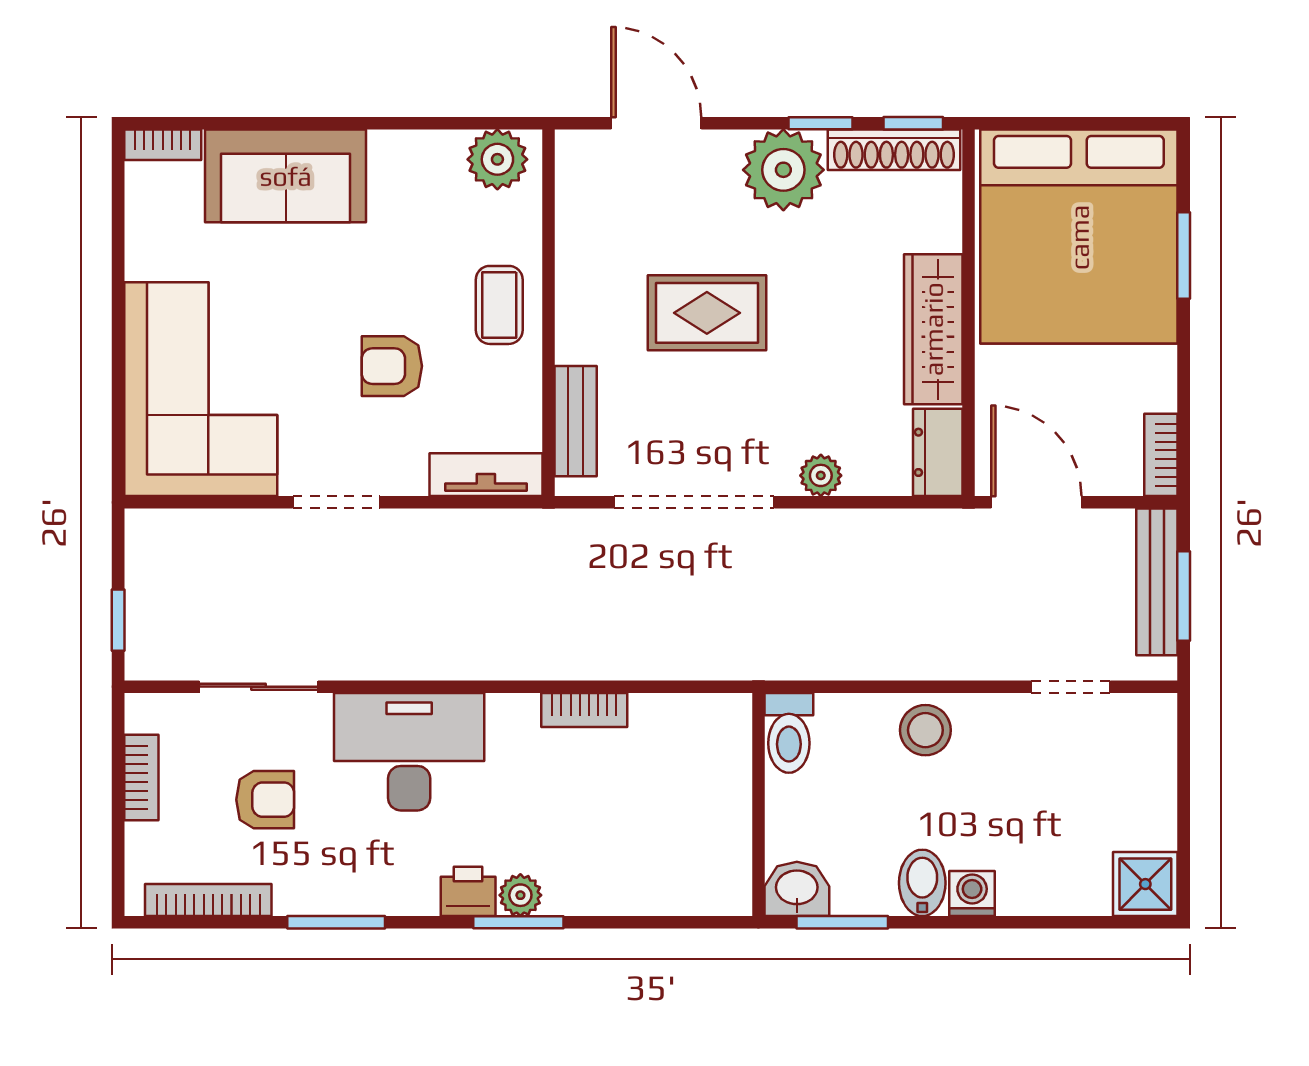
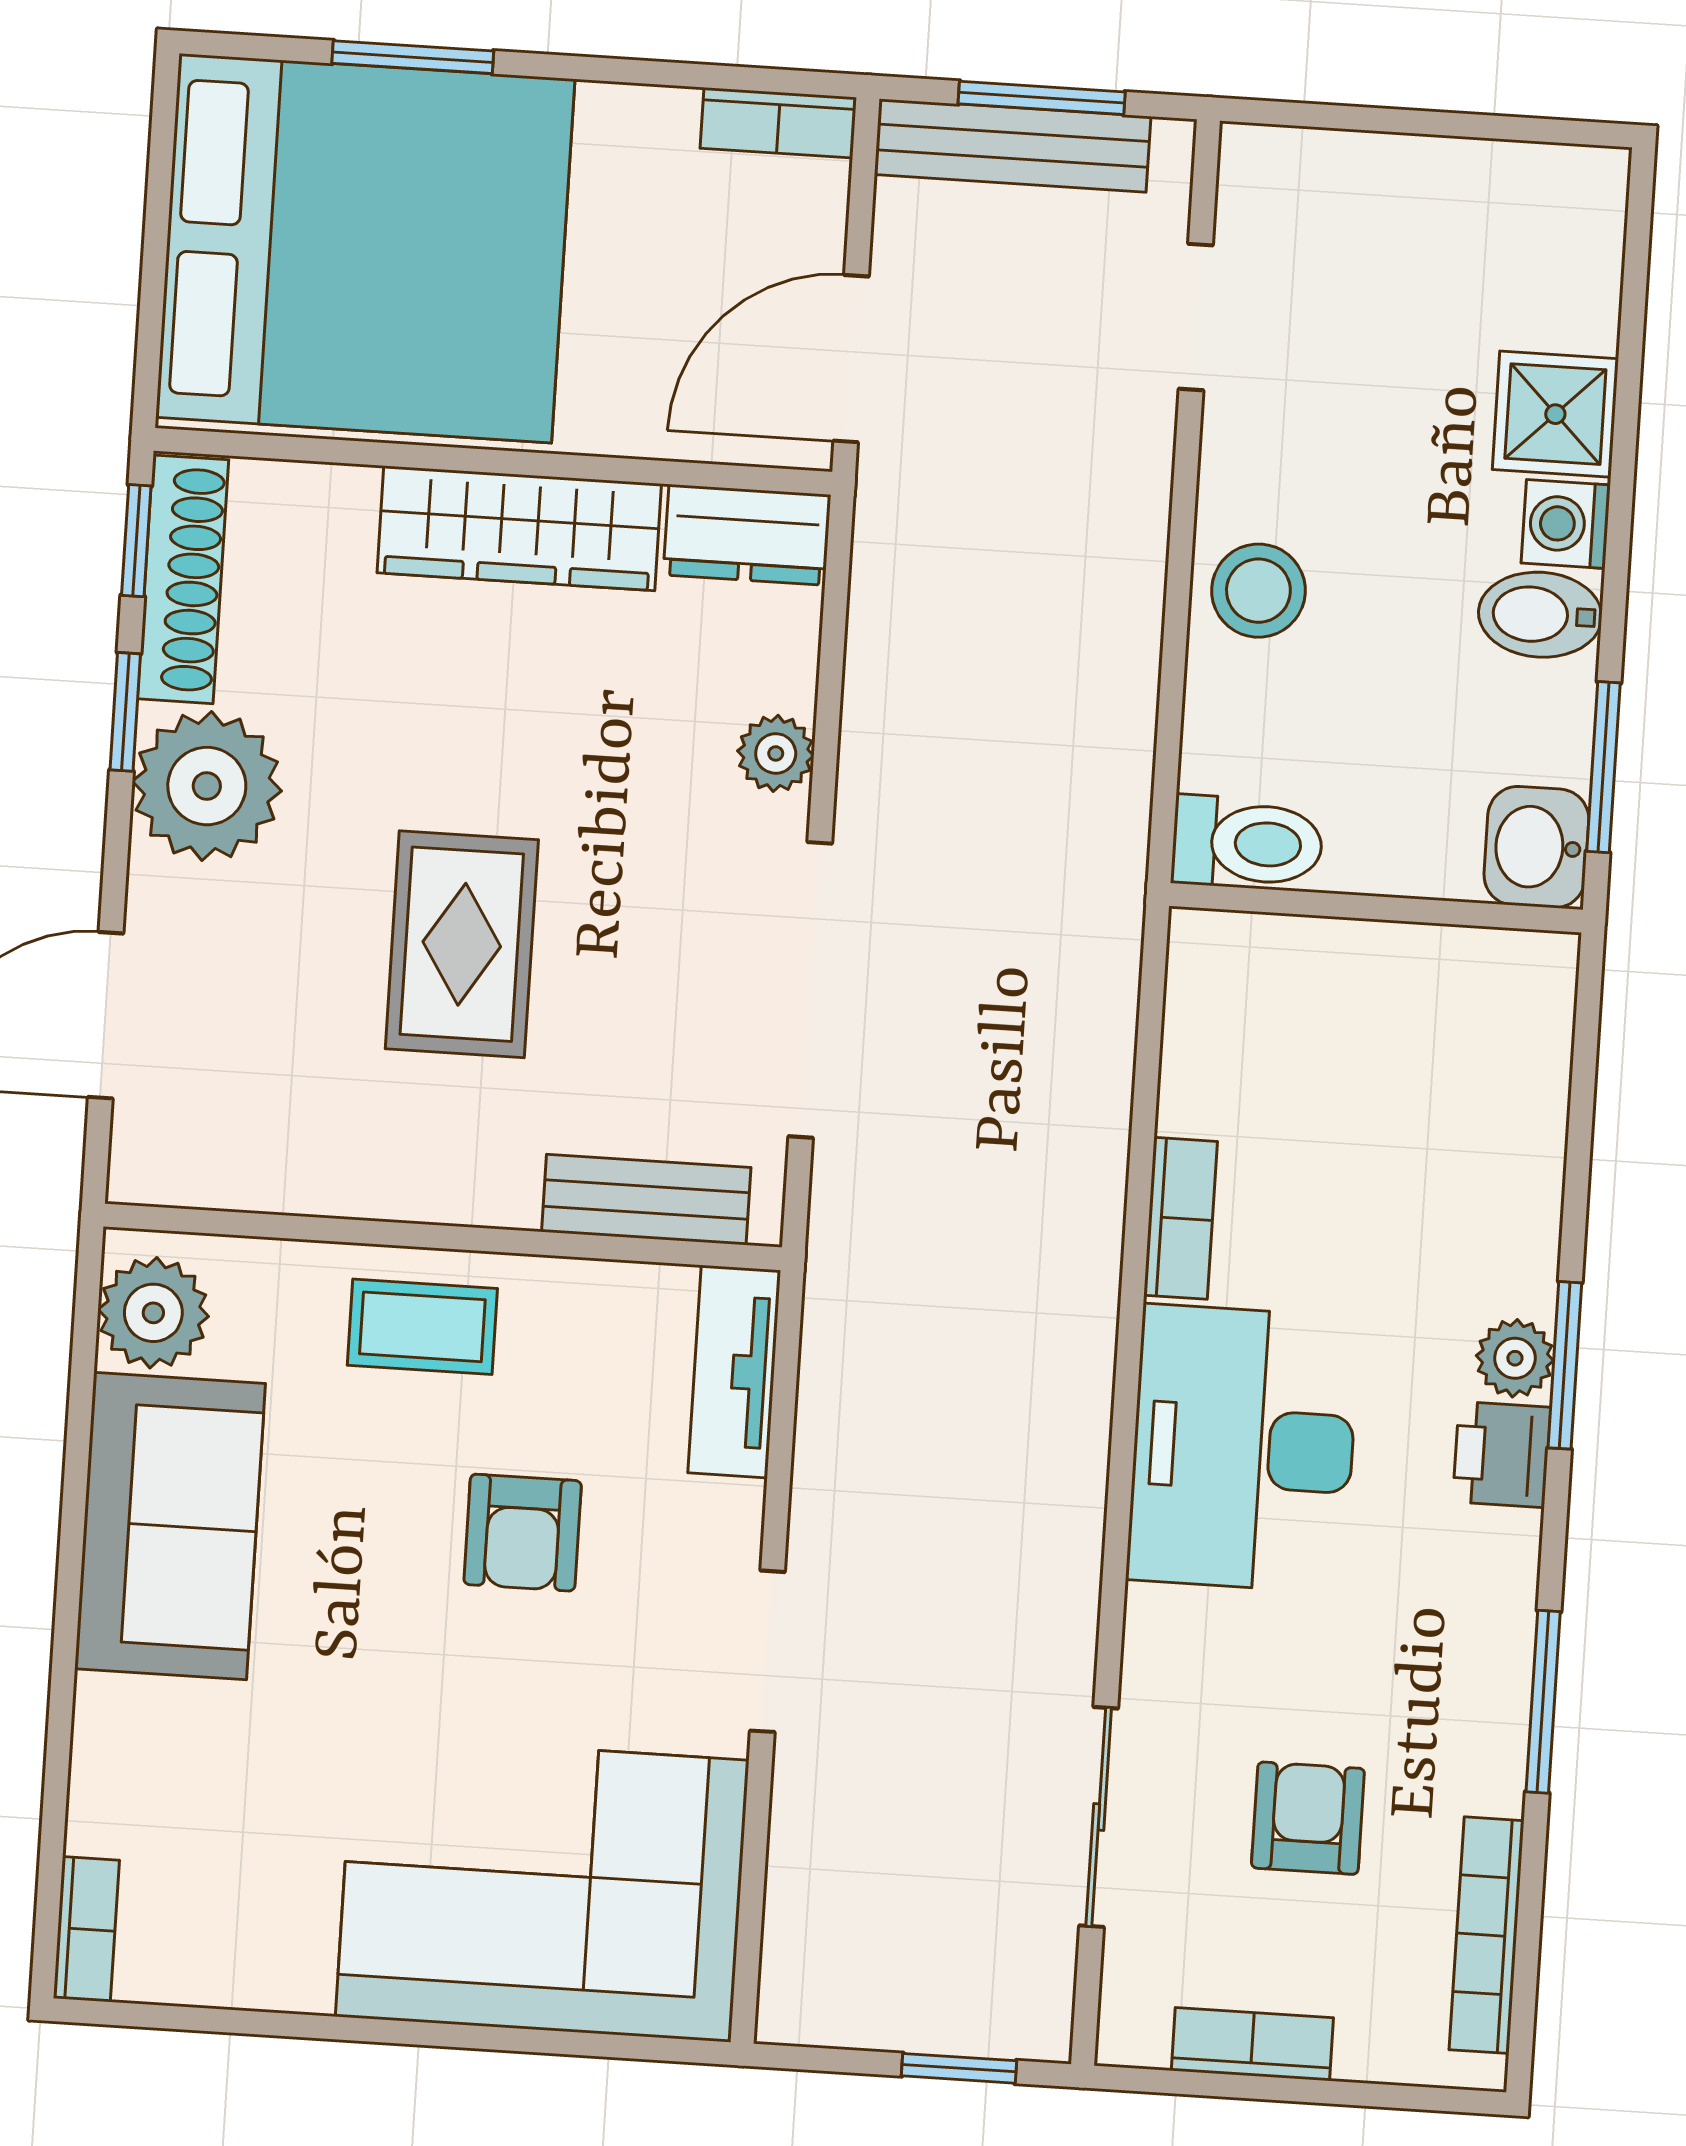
sofa: (286, 176) -> (170, 1526), moved
desk: (409, 752) -> (1243, 1448), moved
shower: (1145, 884) -> (1555, 414), moved

